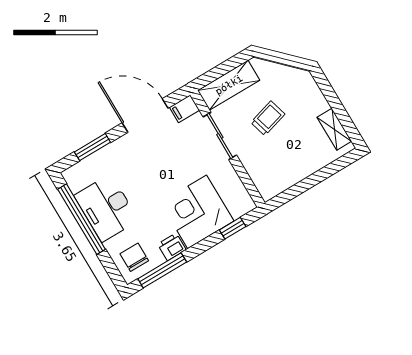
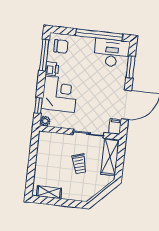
plant: (246, 204) -> (45, 121), added
desk: (106, 208) -> (112, 53), moved

